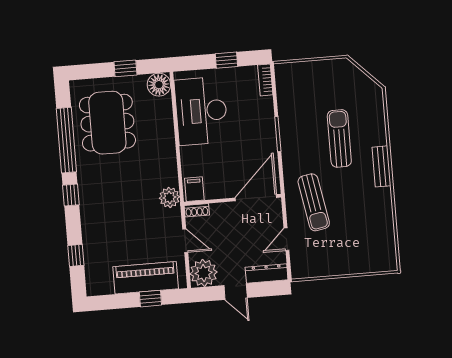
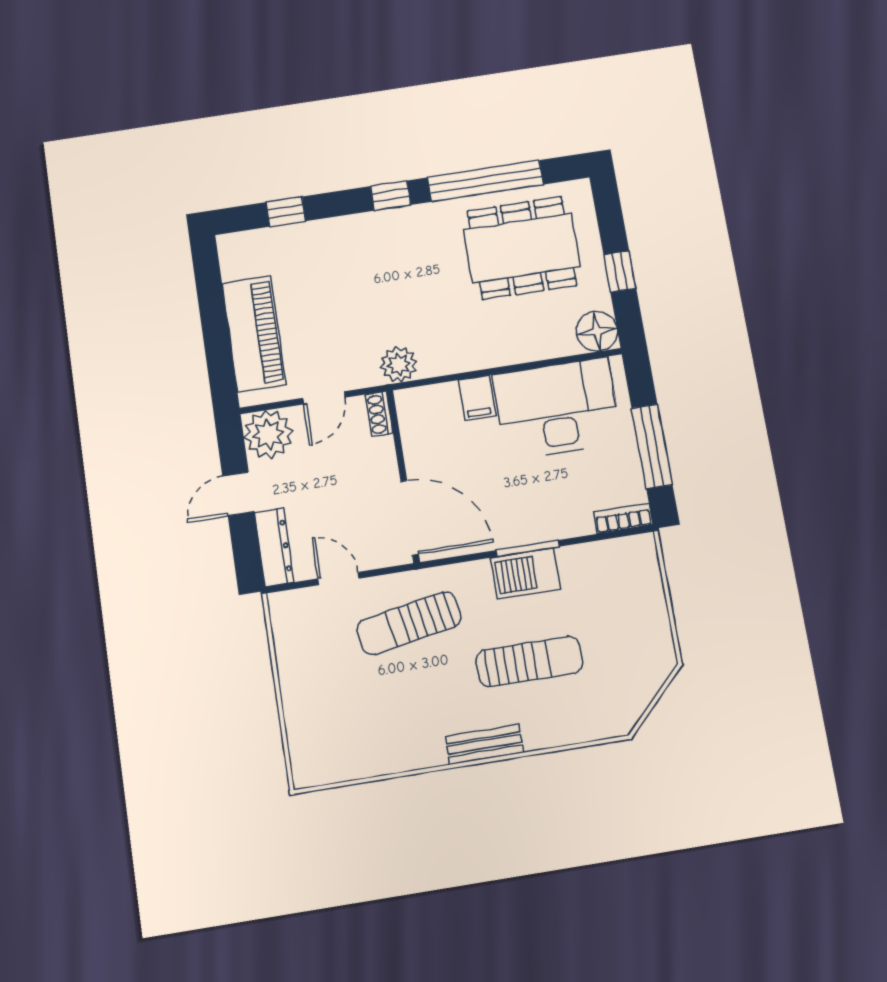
window: (226, 60) -> (652, 446), width x2.17
barbecue: (291, 136) -> (525, 573), added
filing cabinet: (194, 189) -> (477, 398), moved, turned 90
window: (150, 299) -> (217, 345), removed

